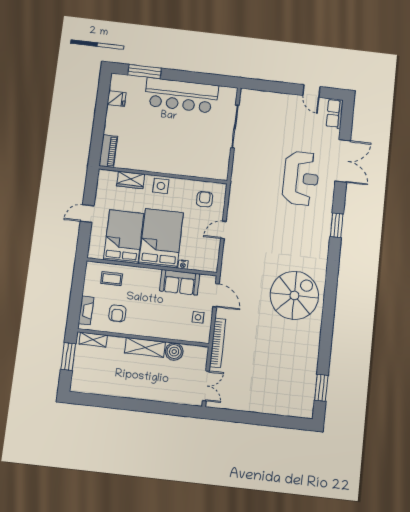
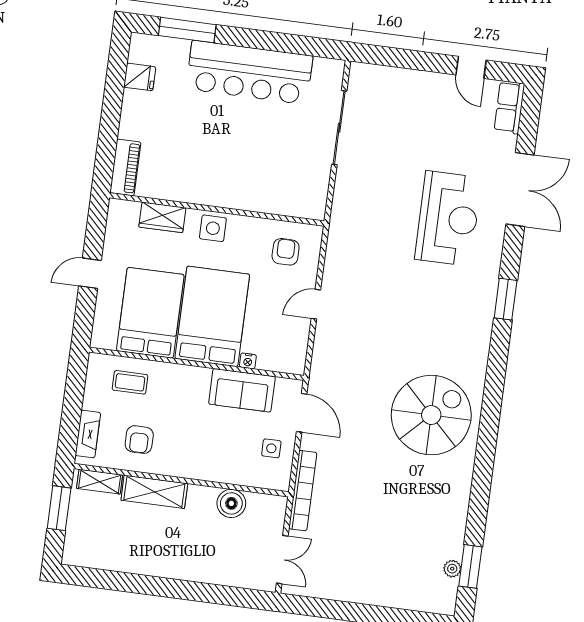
shelving: (145, 347) -> (154, 492), moved
plant: (310, 389) -> (452, 569), added

